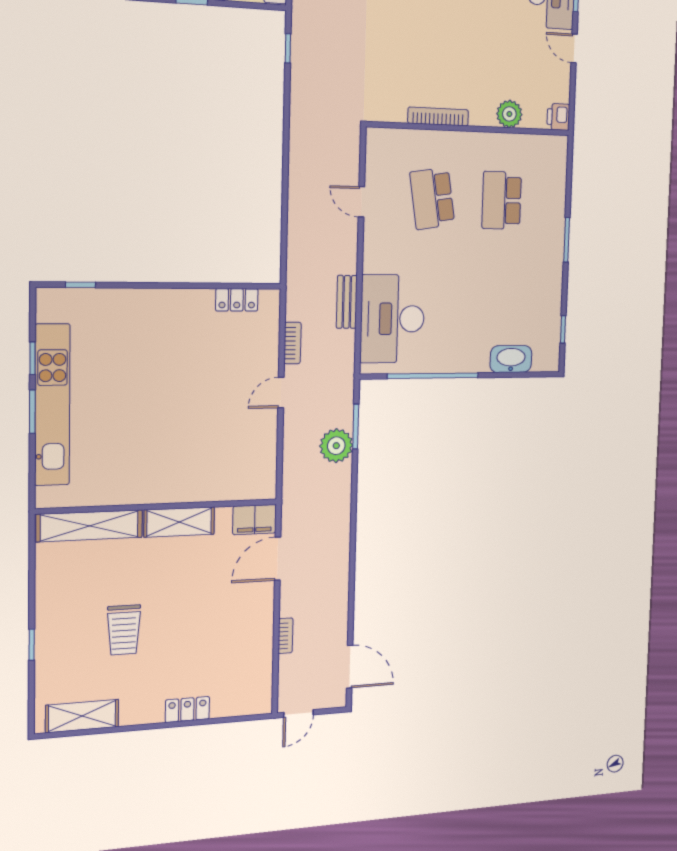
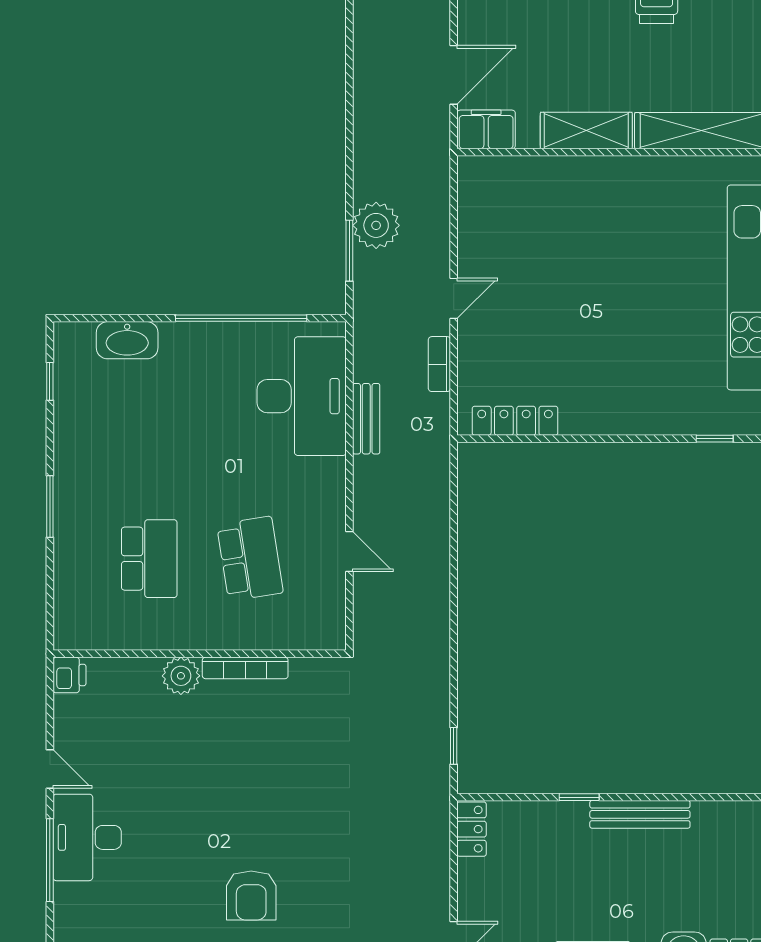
plant: (509, 114) -> (181, 676), moved
locker: (237, 300) -> (515, 421), width x1.53

